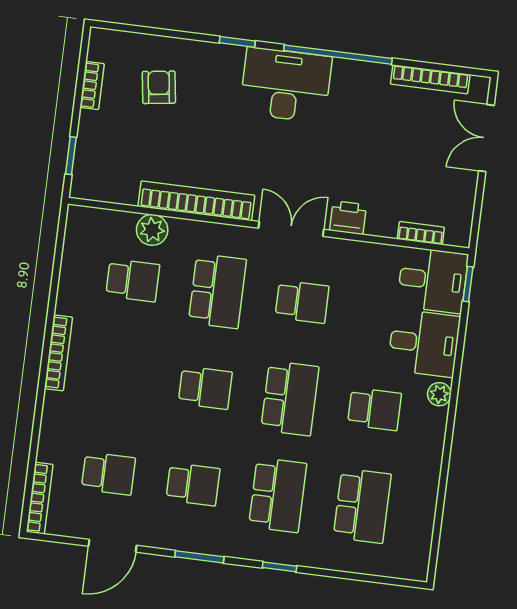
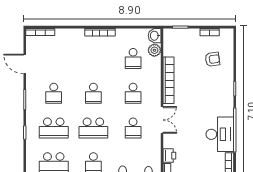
desk: (286, 85) -> (220, 134), moved
printer: (348, 218) -> (169, 156), moved
washbasin: (84, 221) -> (155, 36), added
plant: (152, 230) -> (154, 50), moved
school desk: (217, 291) -> (133, 93), width x0.54
school desk: (108, 474) -> (54, 59), removed

